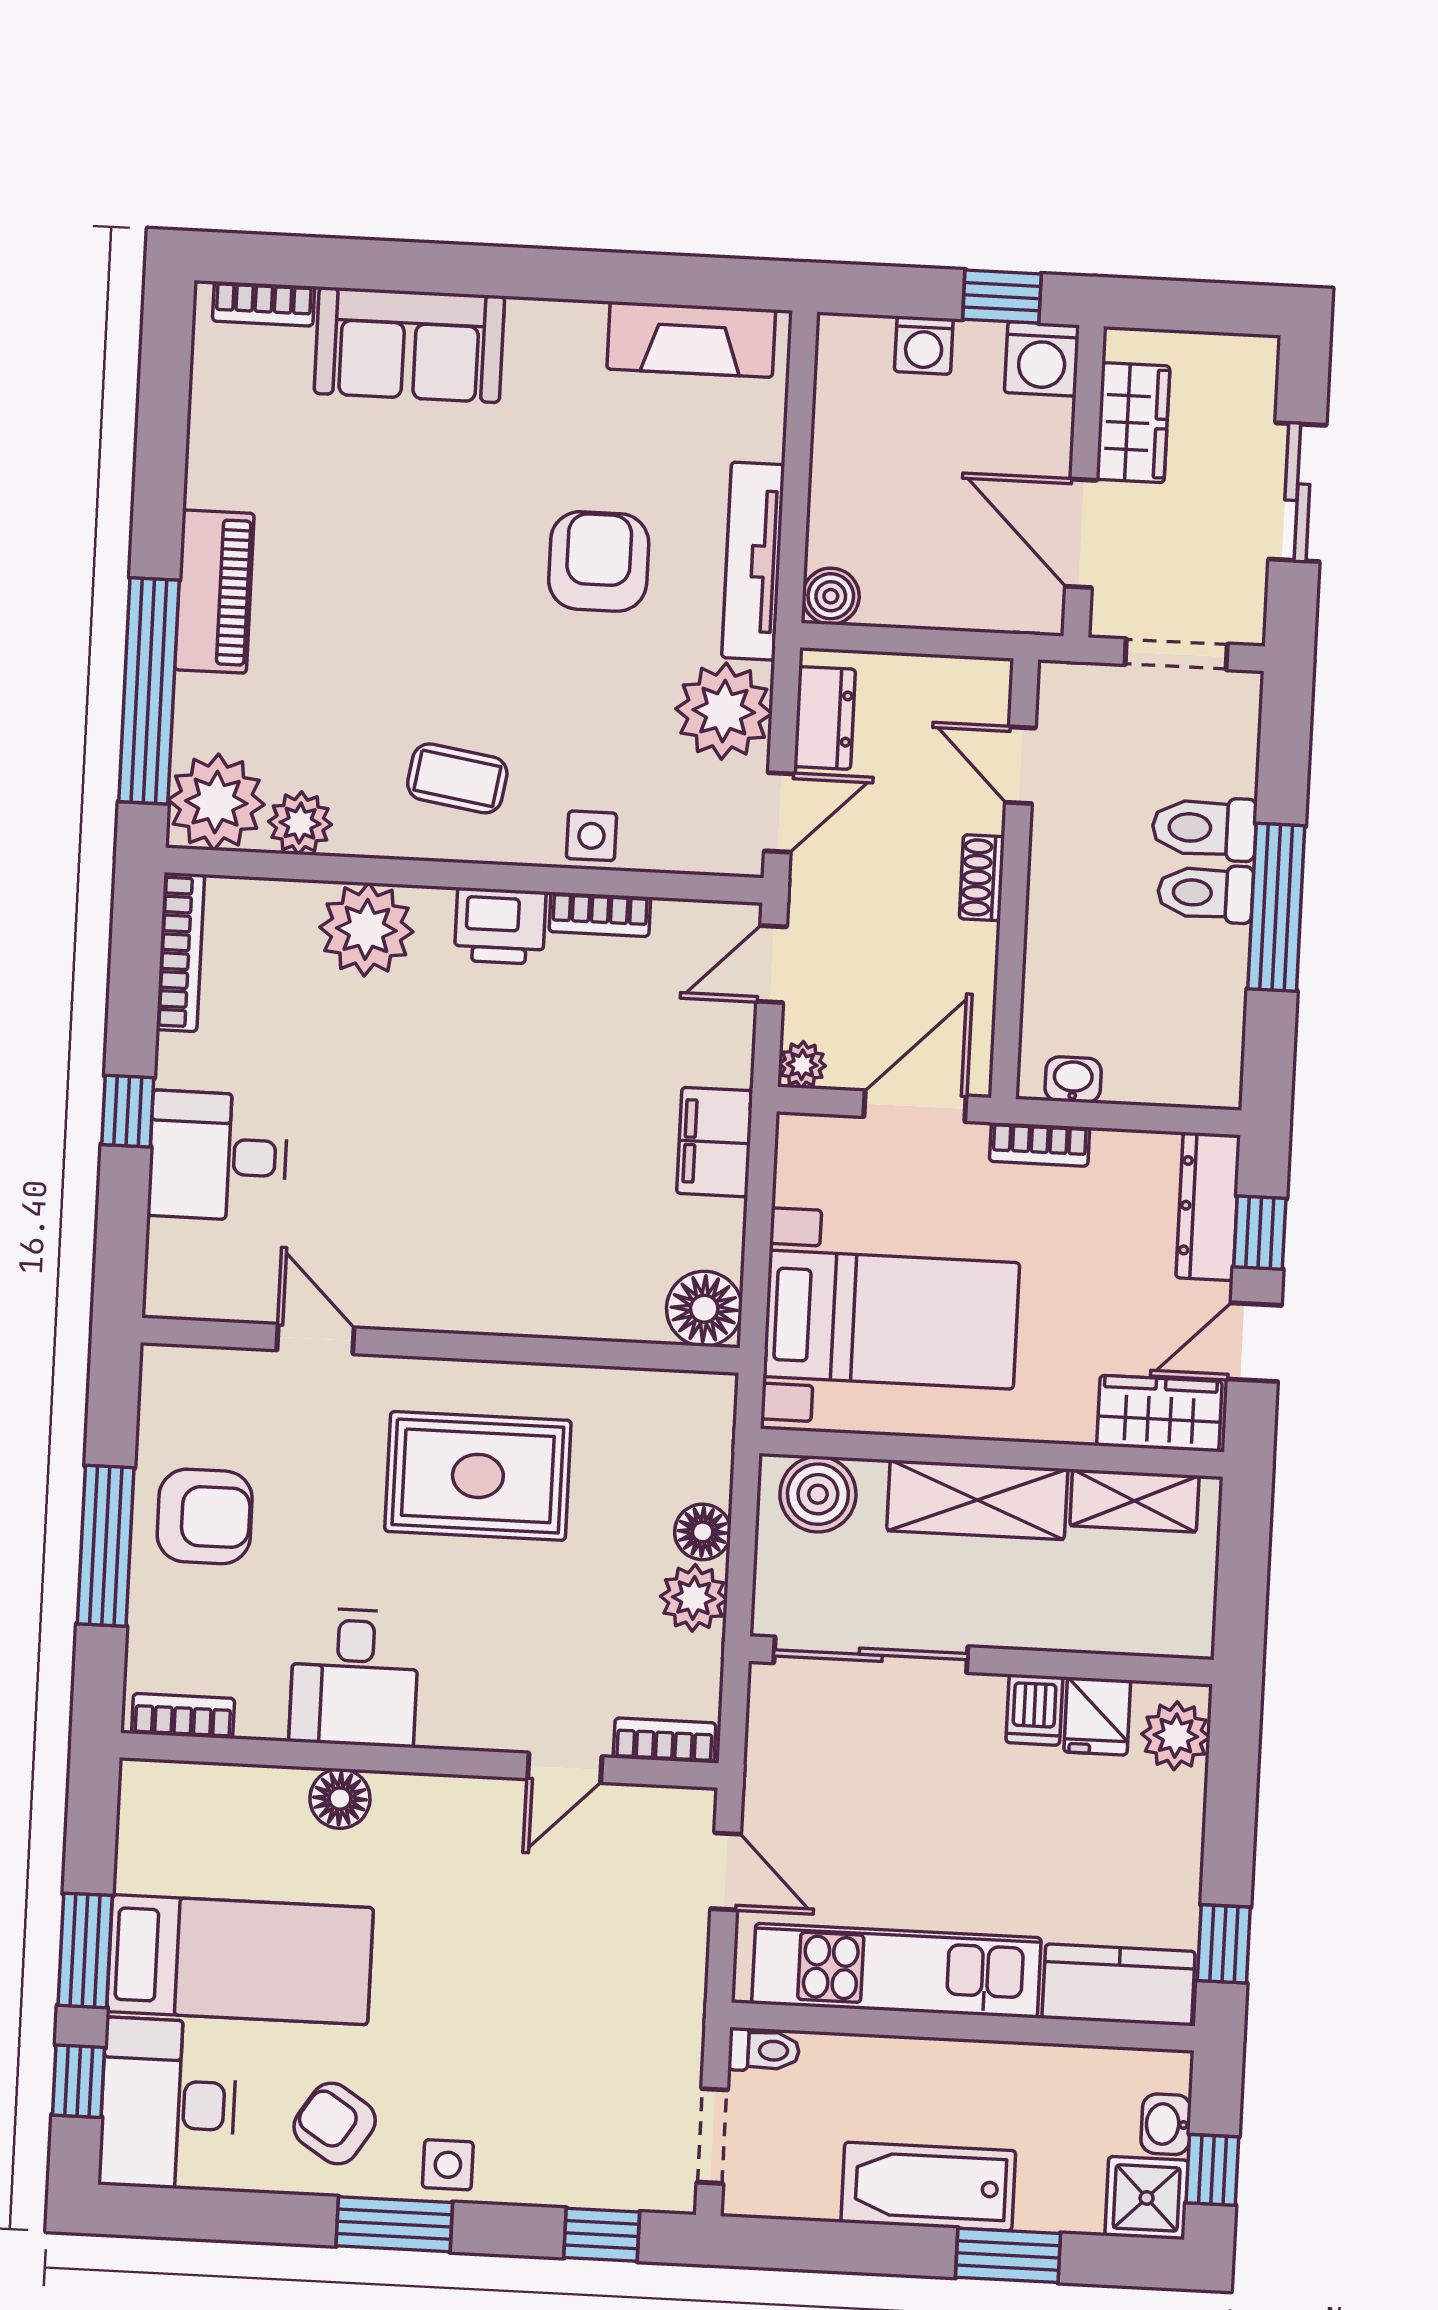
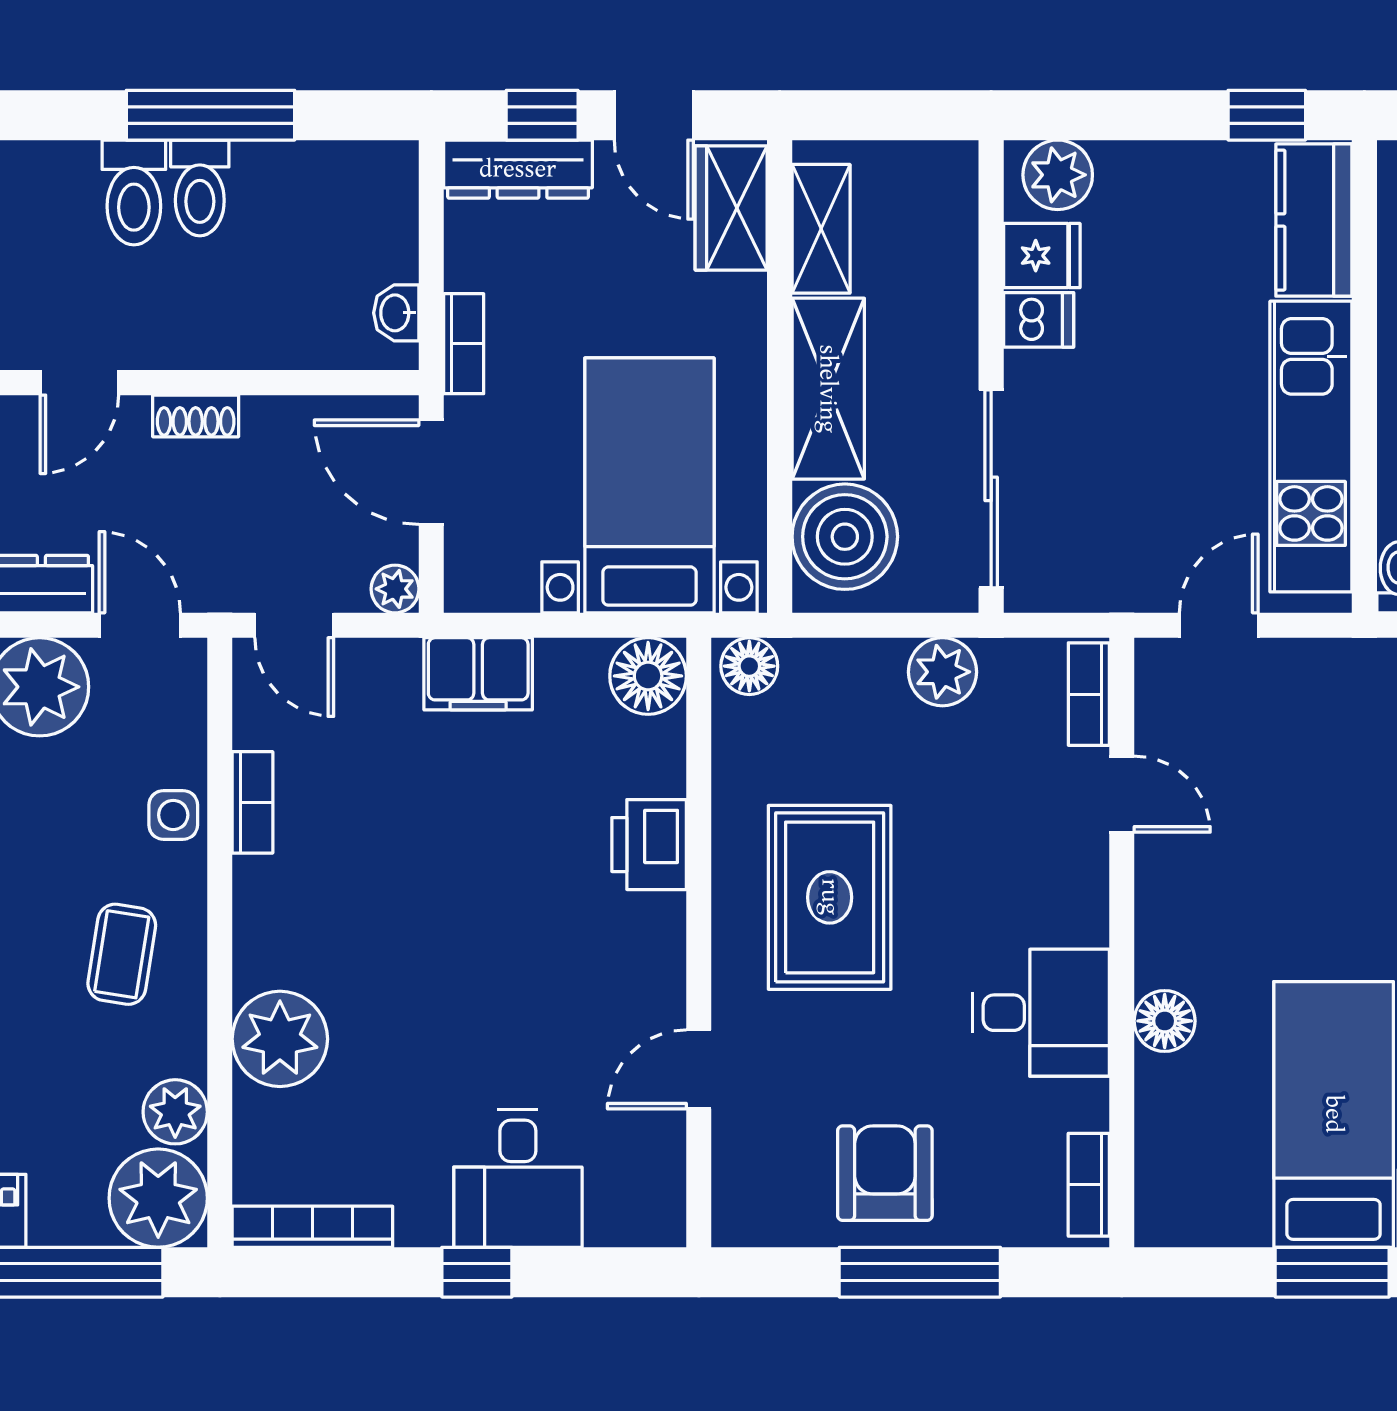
printer: (500, 926) -> (649, 845), moved, turned 180
boiler: (818, 1494) -> (845, 537), width x1.37, depth x1.37
floor lamp: (703, 1532) -> (749, 666), moved

